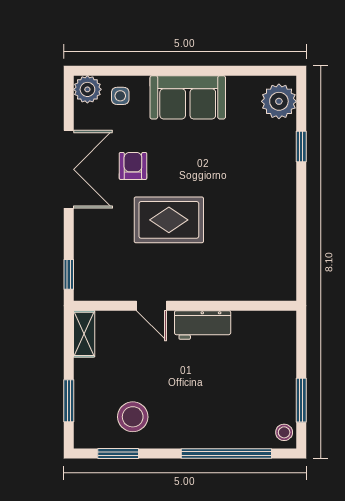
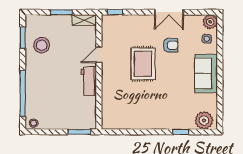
double door: (69, 169) -> (169, 12), width x0.73
window: (301, 400) -> (80, 132), moved
window: (69, 401) -> (61, 12), moved

